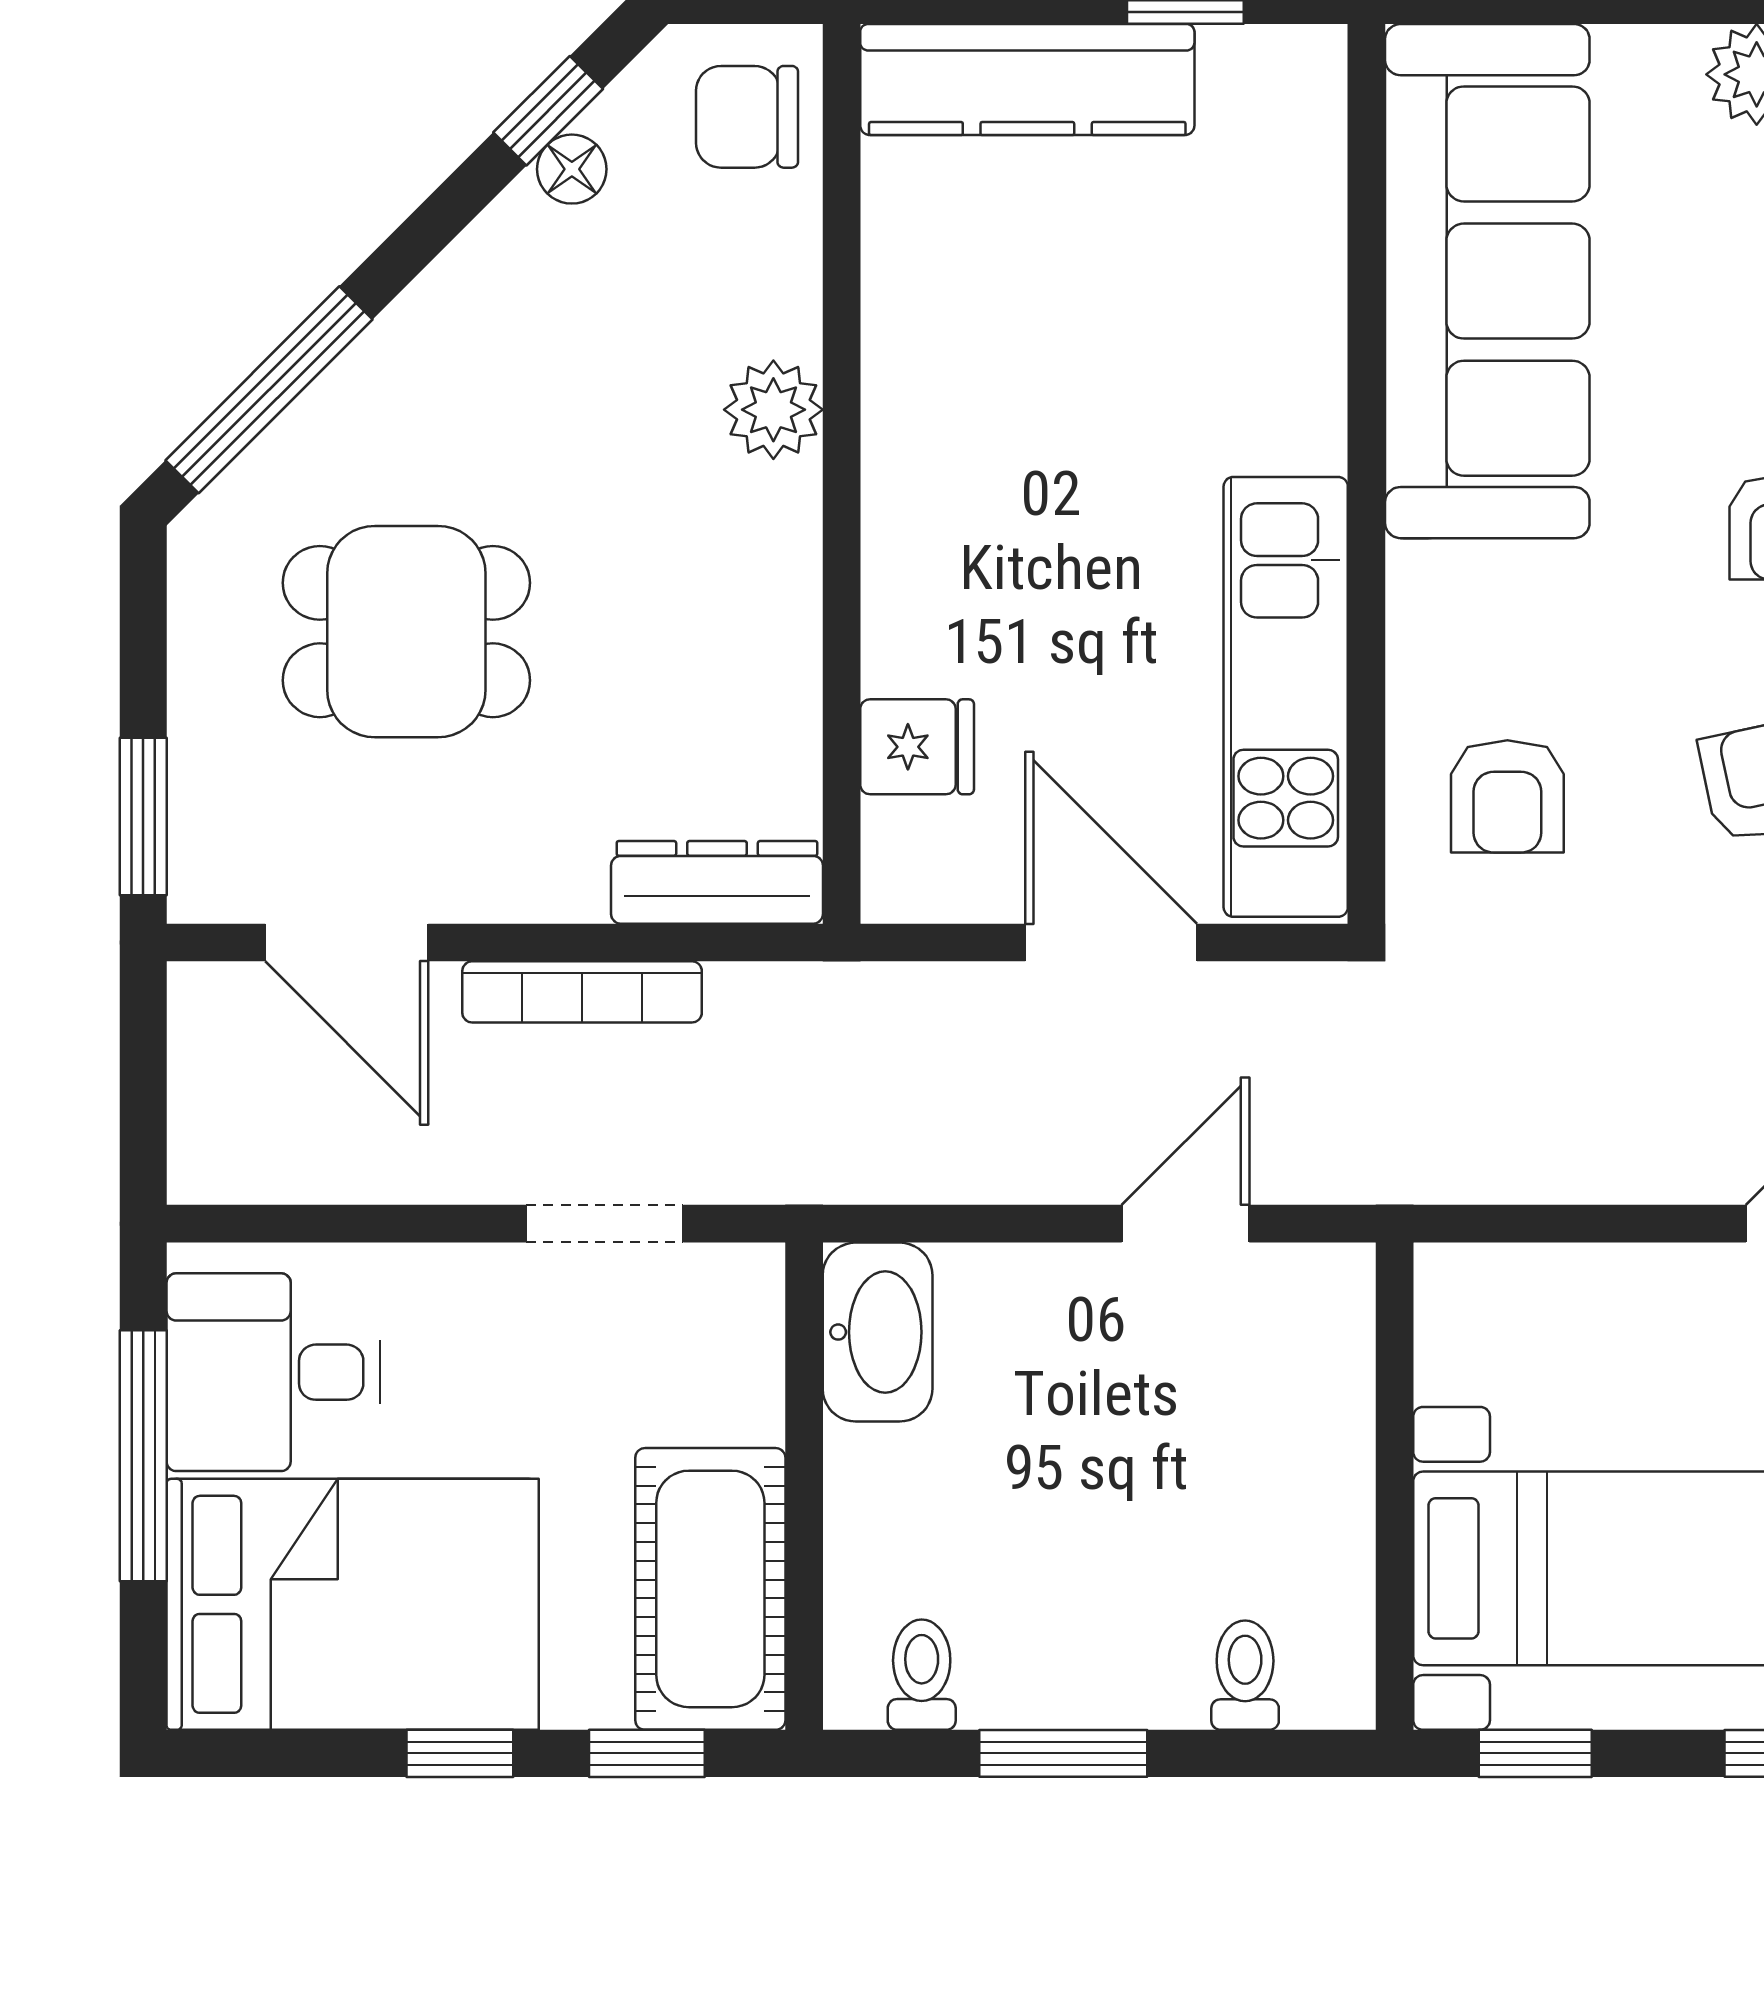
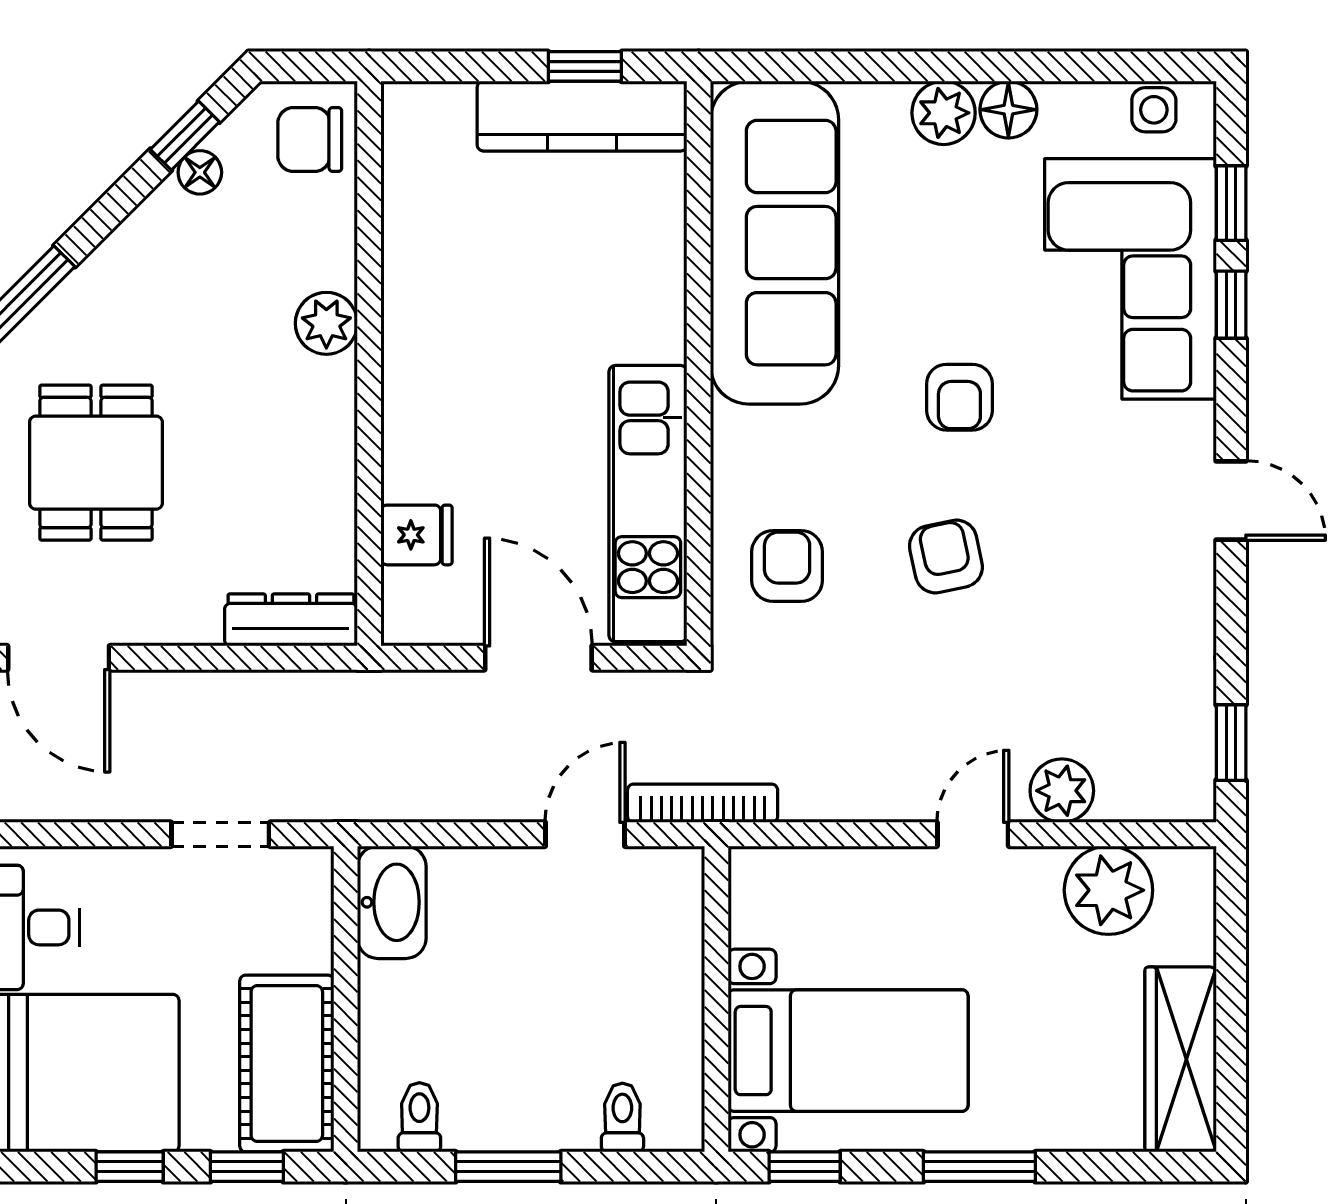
kitchen counter: (1027, 80) -> (582, 116), moved
dining table: (406, 632) -> (96, 463), turned 90
armchair: (1507, 796) -> (787, 566), turned 180
bookcase: (582, 992) -> (703, 803), moved, turned 180

